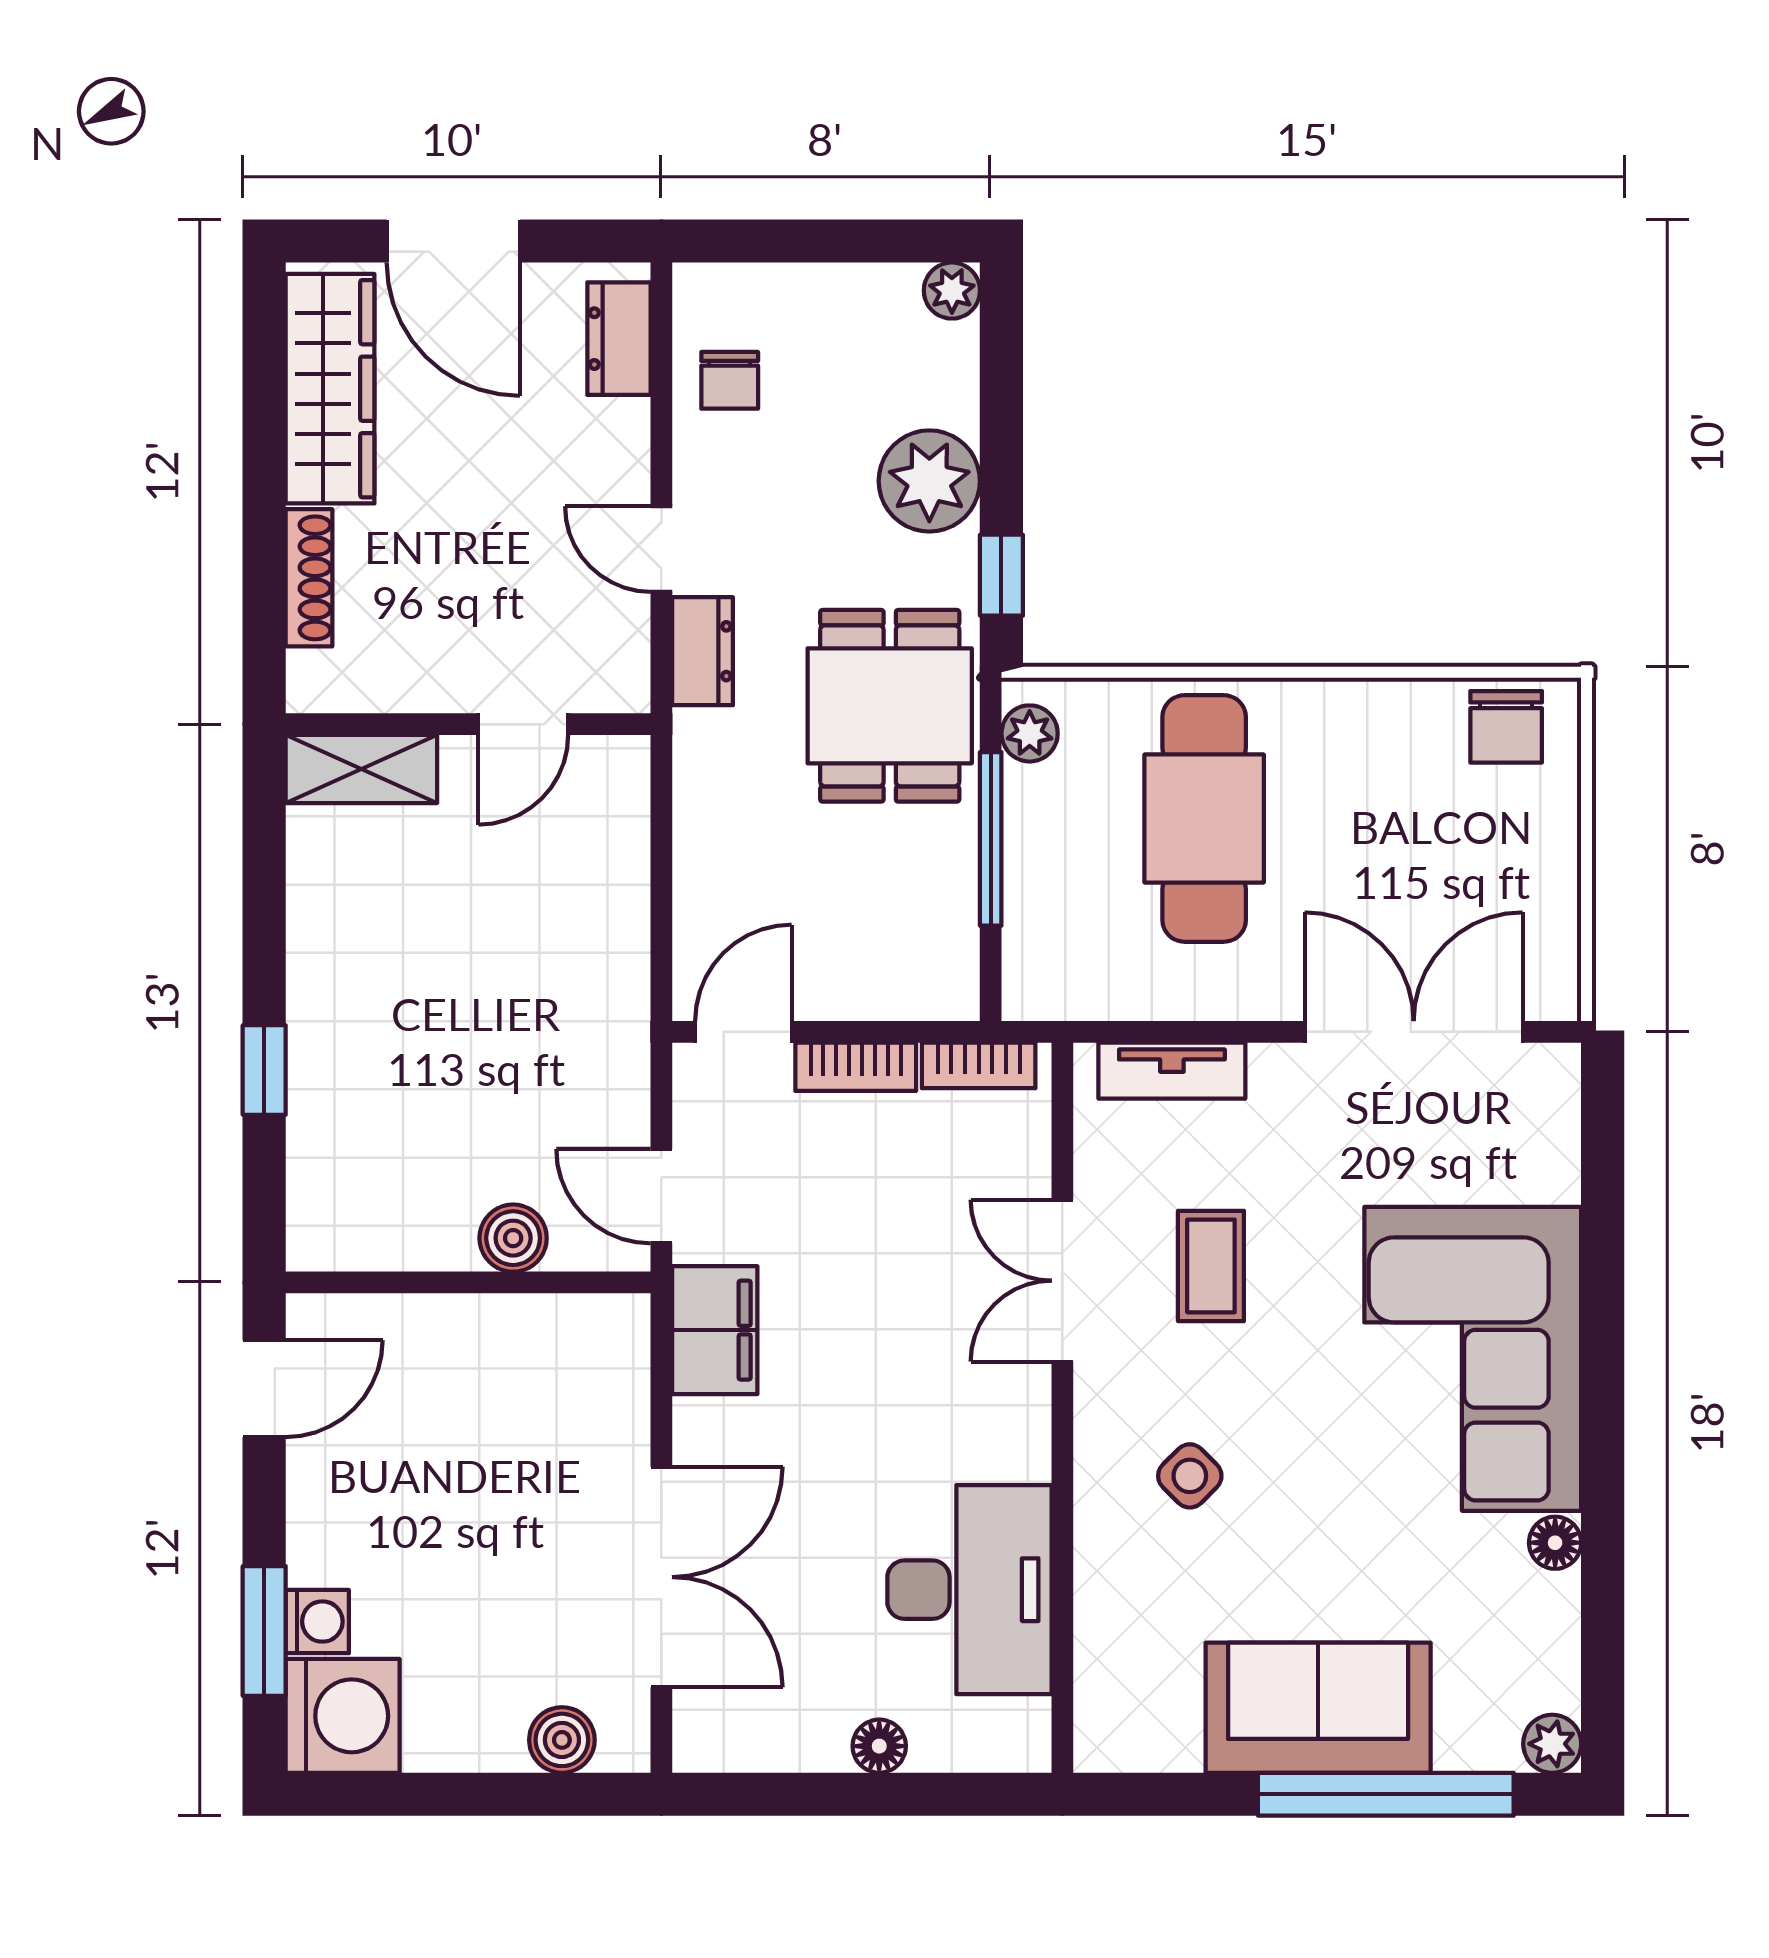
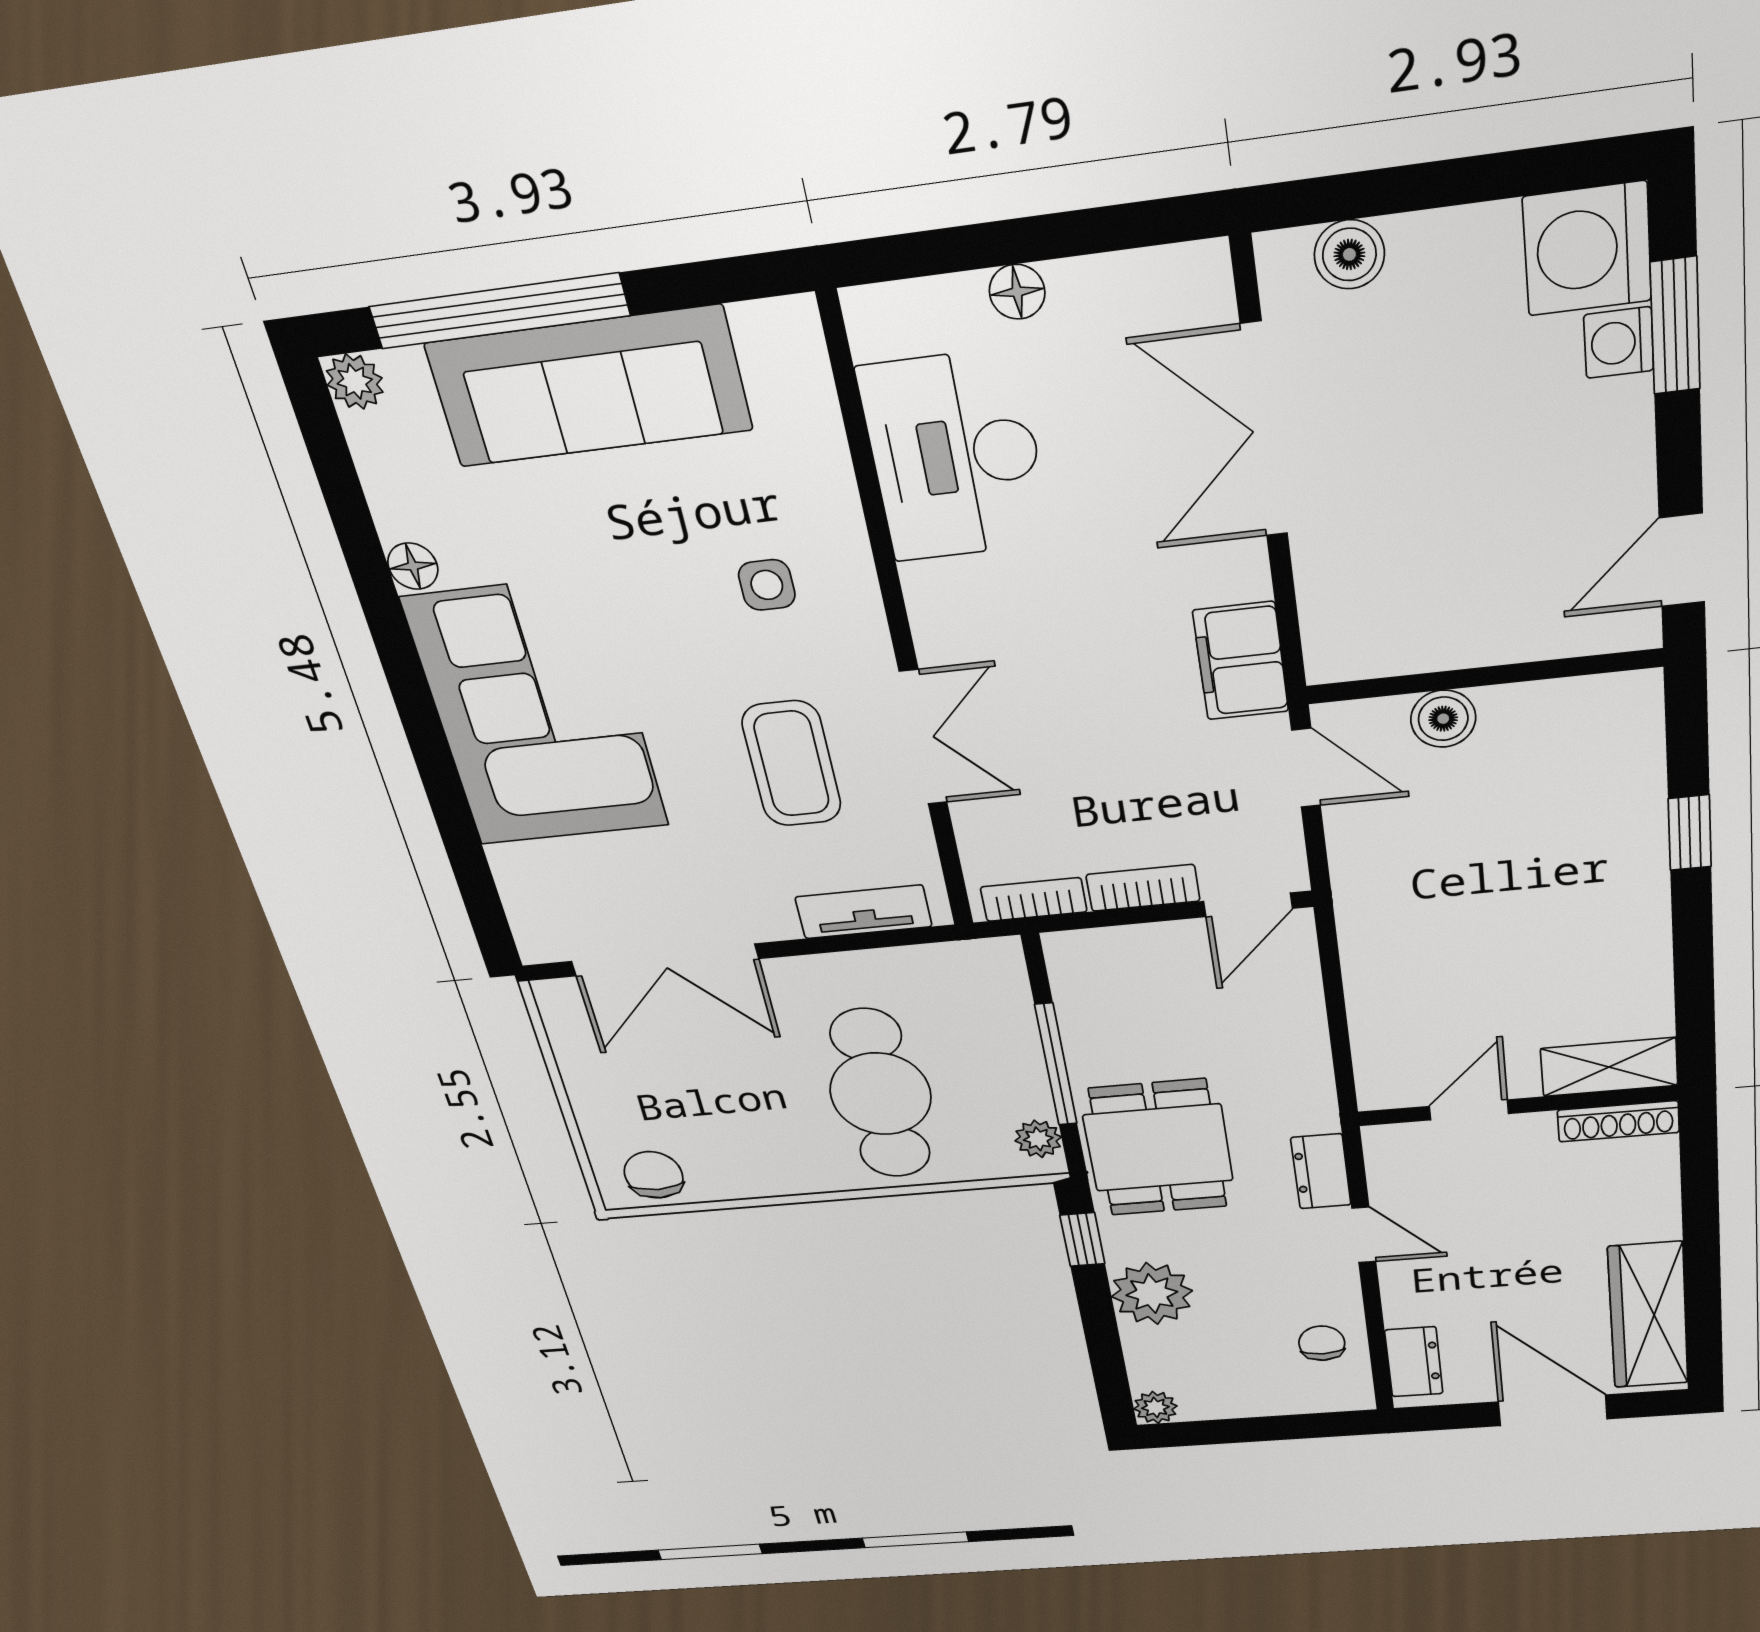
shoe rack: (309, 578) -> (1618, 1121), moved, turned -90
coffee table: (1211, 1266) -> (792, 764), width x1.36, depth x1.30
side table: (1190, 1476) -> (767, 585), turned 45
sofa: (1318, 1708) -> (589, 387), width x1.36

